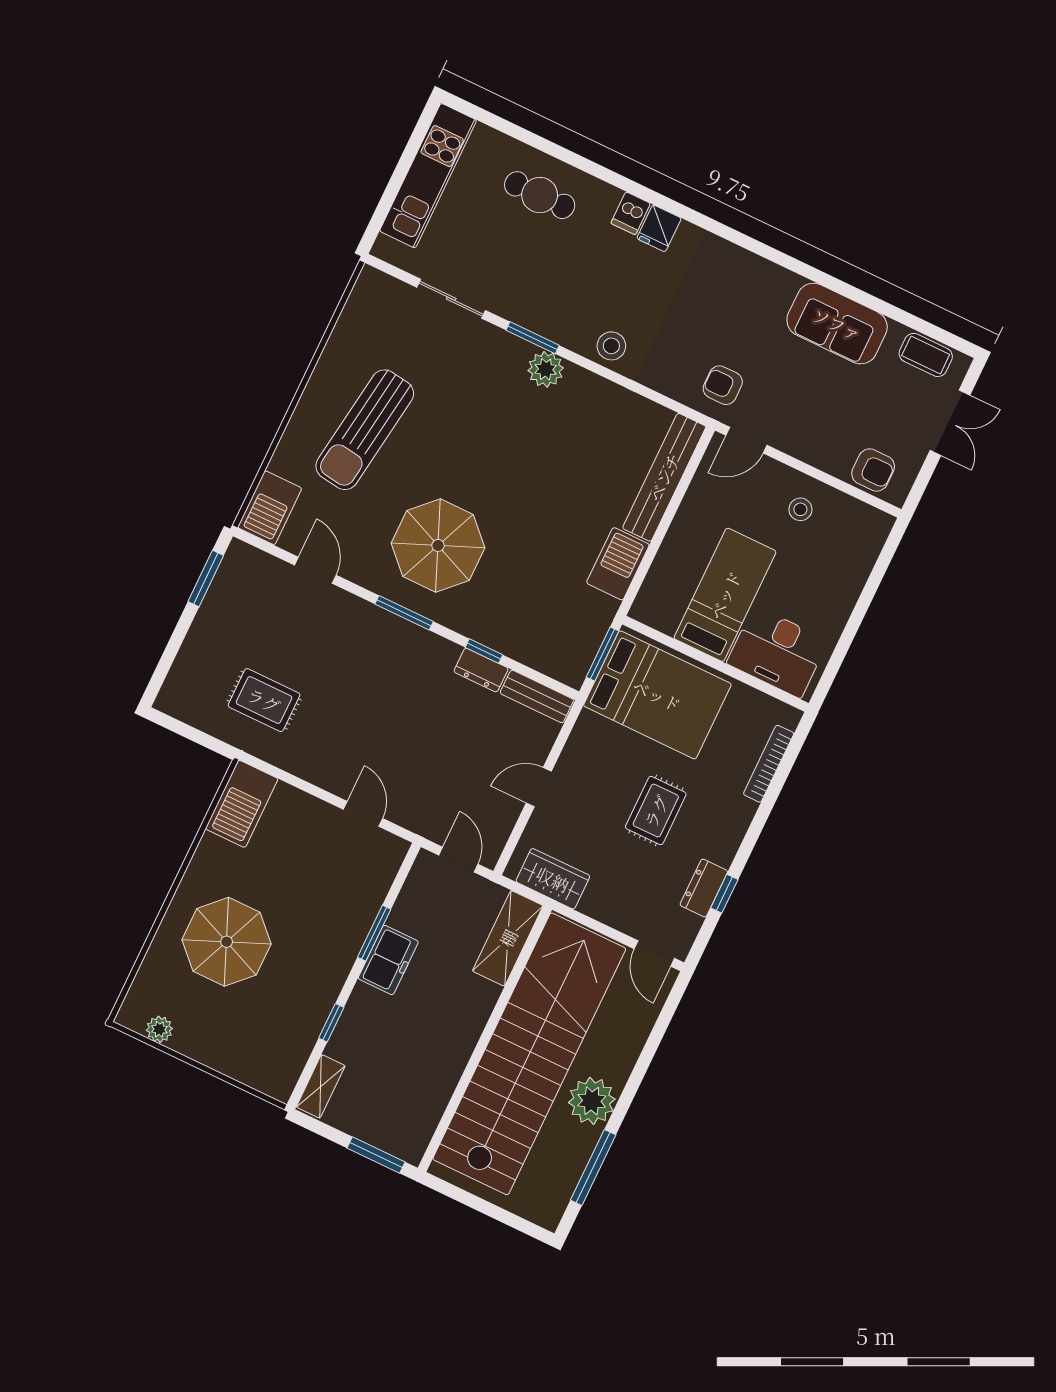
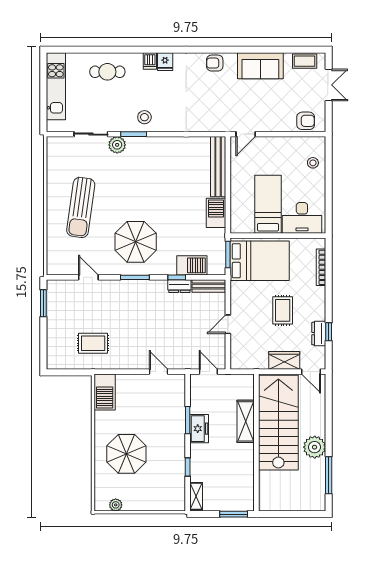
stool: (611, 346) -> (144, 117), moved
plant: (546, 369) -> (117, 145), moved
armchair: (723, 385) -> (215, 63), moved
barbecue: (270, 508) -> (192, 265), moved, turned -90
stool: (800, 509) -> (313, 163), moved
wardrobe: (553, 879) -> (284, 360), moved
shelving: (508, 938) -> (246, 421), moved
stairs: (529, 1054) -> (278, 423), width x0.73

